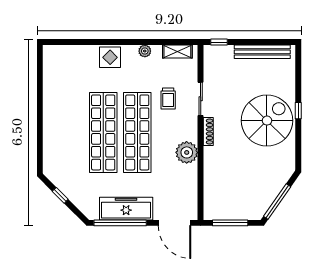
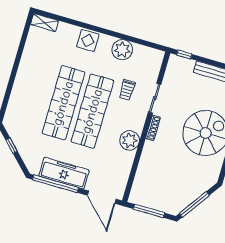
plant: (145, 51) -> (122, 50), width x1.88, depth x1.88
shelving: (177, 52) -> (45, 23), moved

